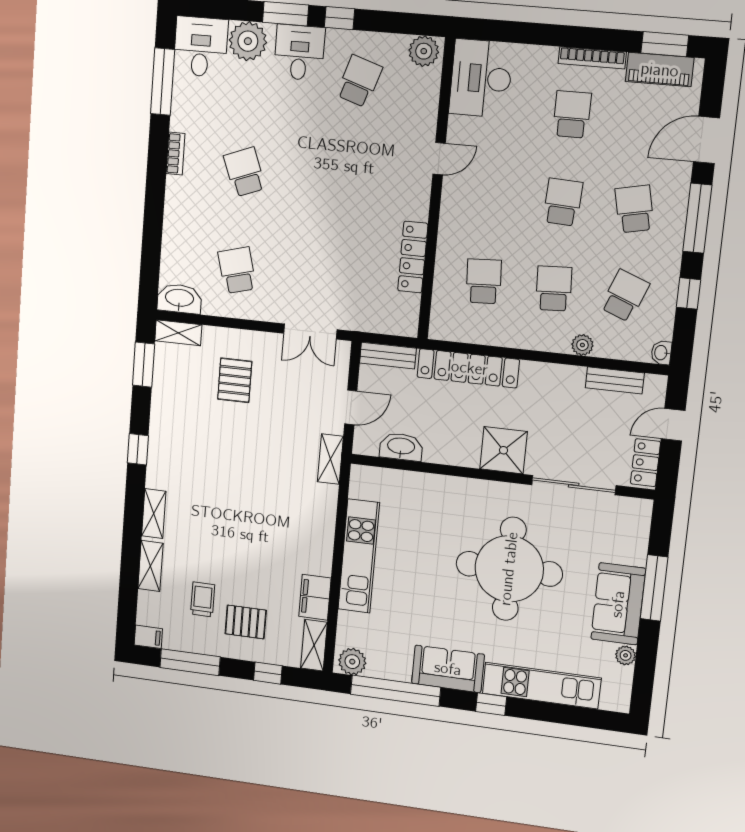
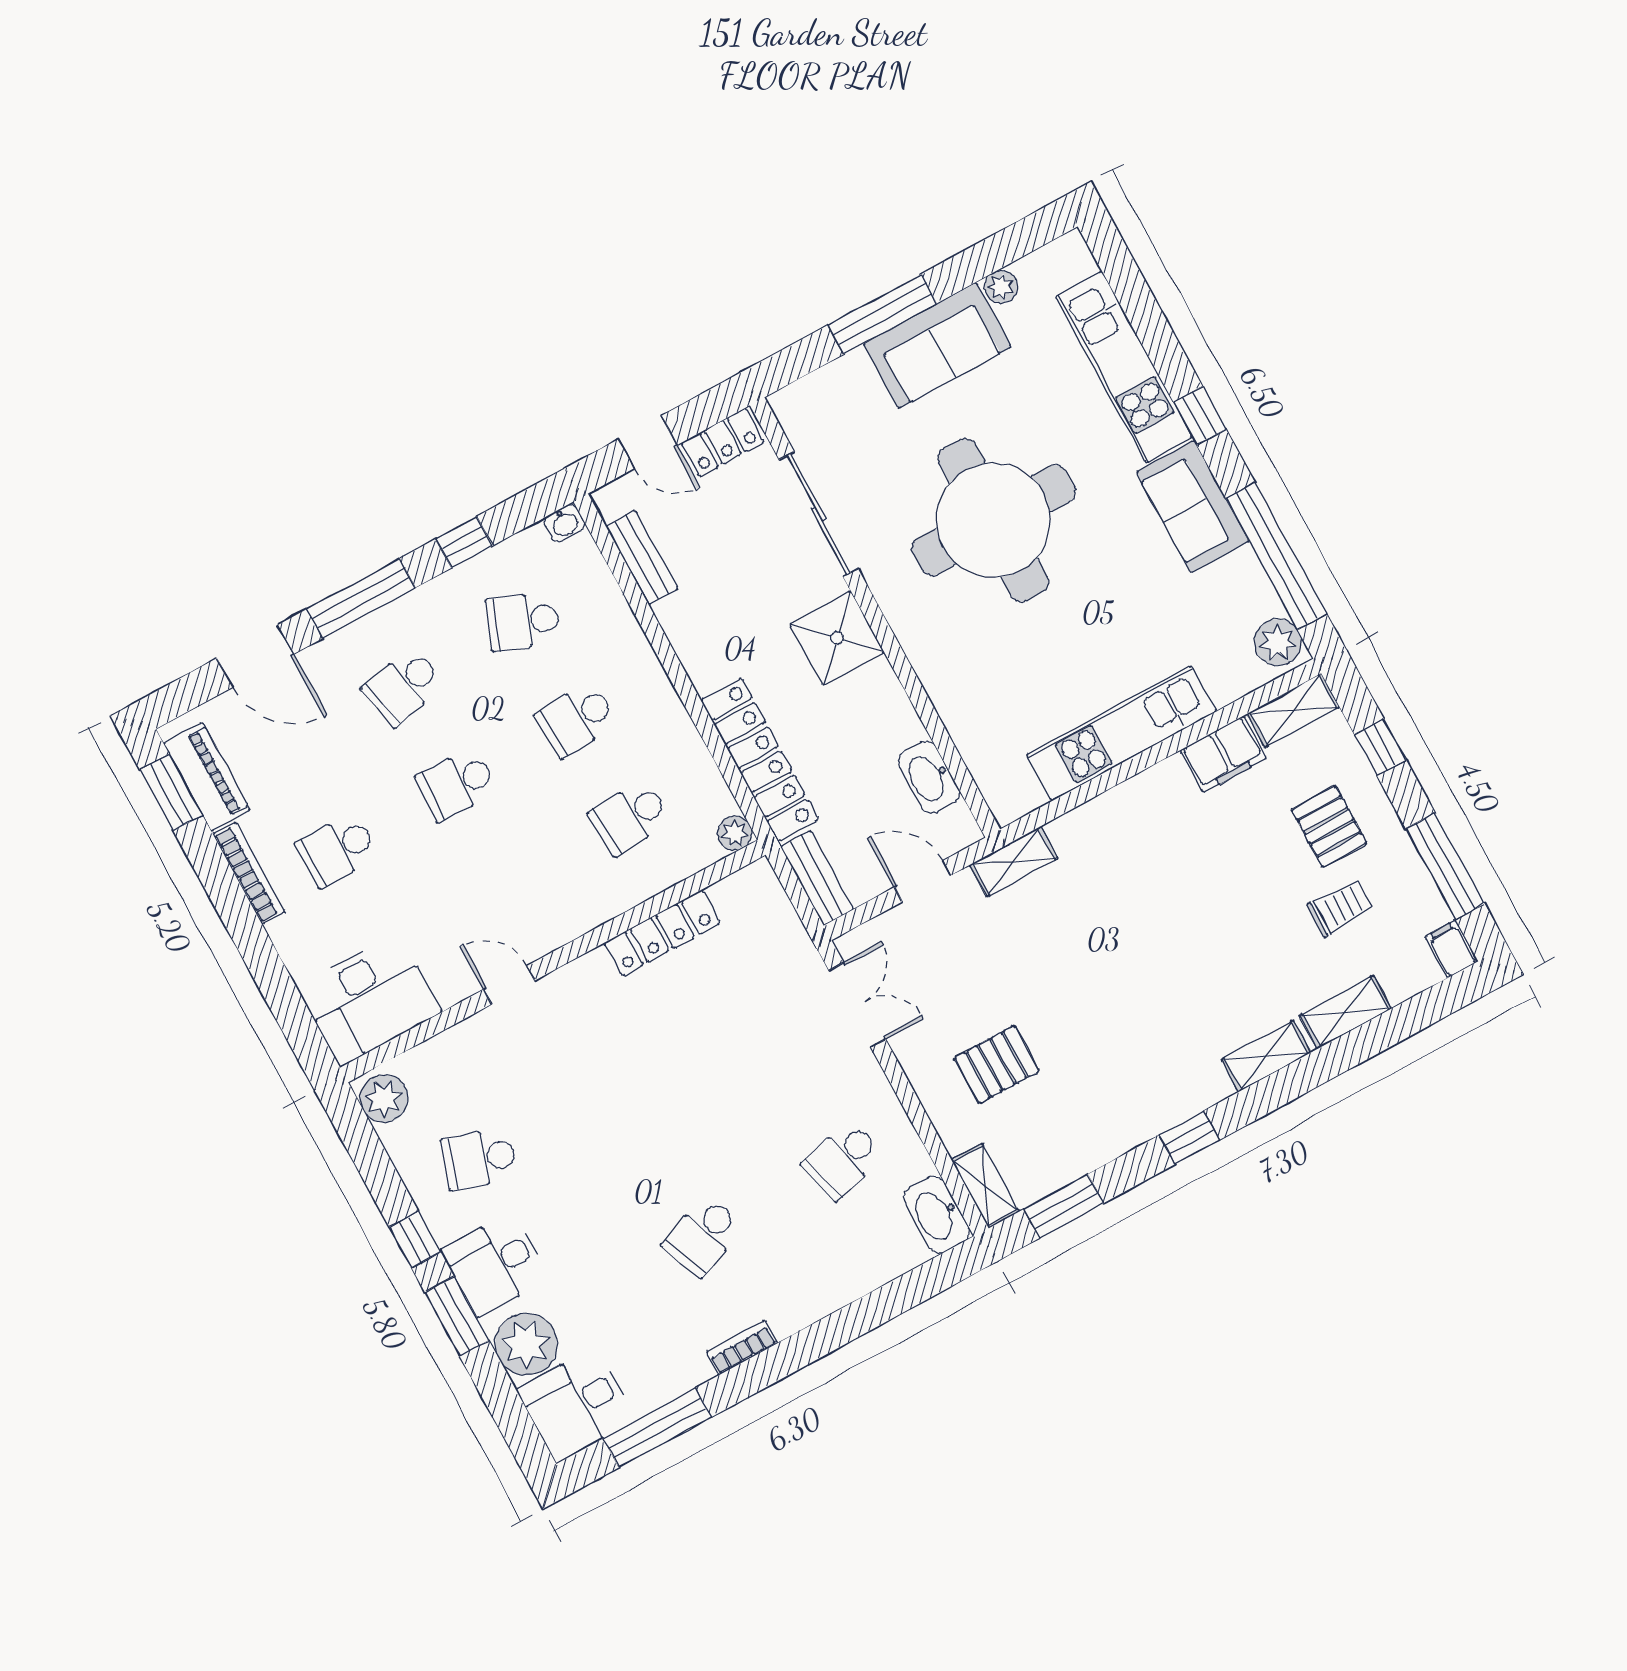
plant: (582, 345) -> (735, 833), moved
trolley: (203, 599) -> (1340, 908), turned 180

